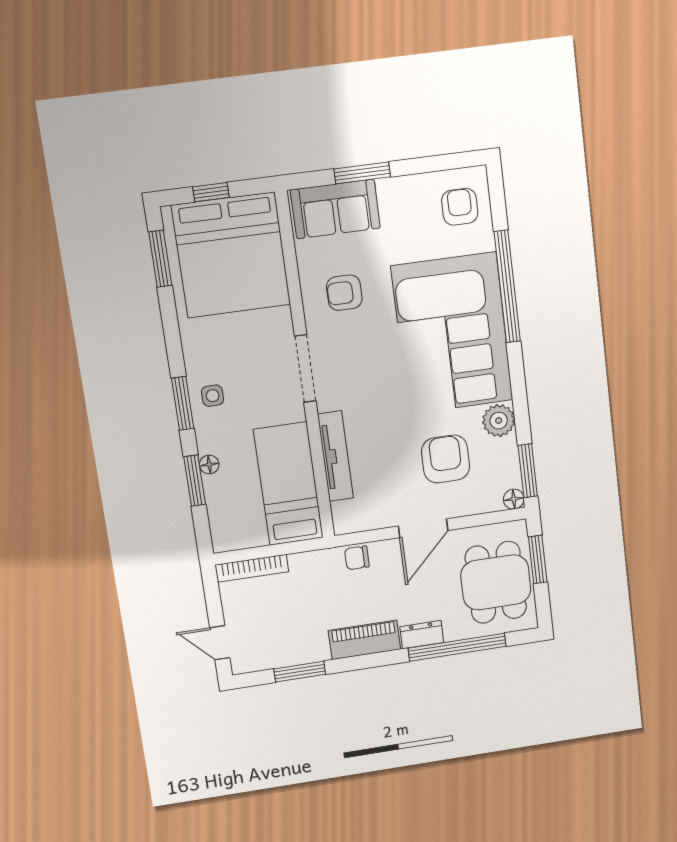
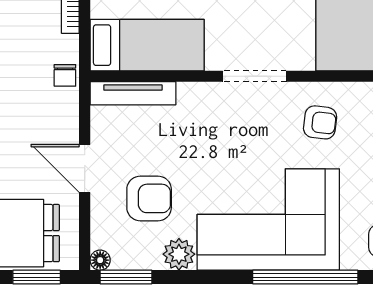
armchair: (344, 293) -> (320, 122), turned 97
tv unit: (335, 456) -> (133, 93), moved
chair: (357, 558) -> (65, 75), moved, turned 180

